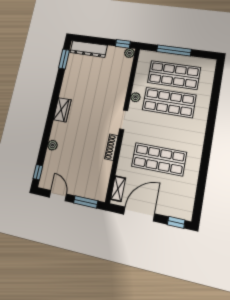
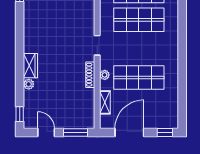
plant: (135, 97) -> (105, 75), moved
wardrobe: (62, 110) -> (30, 66), moved
shelving: (118, 189) -> (105, 102), moved

